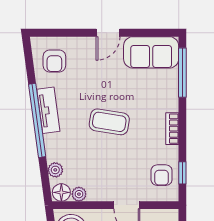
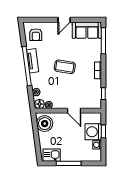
armchair: (162, 175) -> (92, 95), removed

